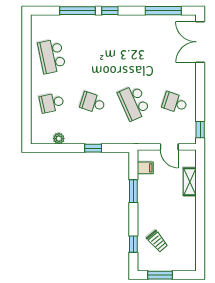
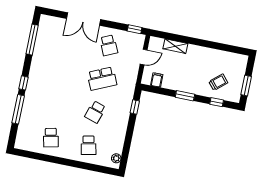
double door: (200, 42) -> (84, 19), moved
school desk: (52, 56) -> (51, 138), width x0.54
school desk: (175, 103) -> (109, 45), turned -42
plant: (59, 139) -> (116, 158), moved
window: (93, 148) -> (135, 107), moved
window: (133, 191) -> (185, 96), moved

